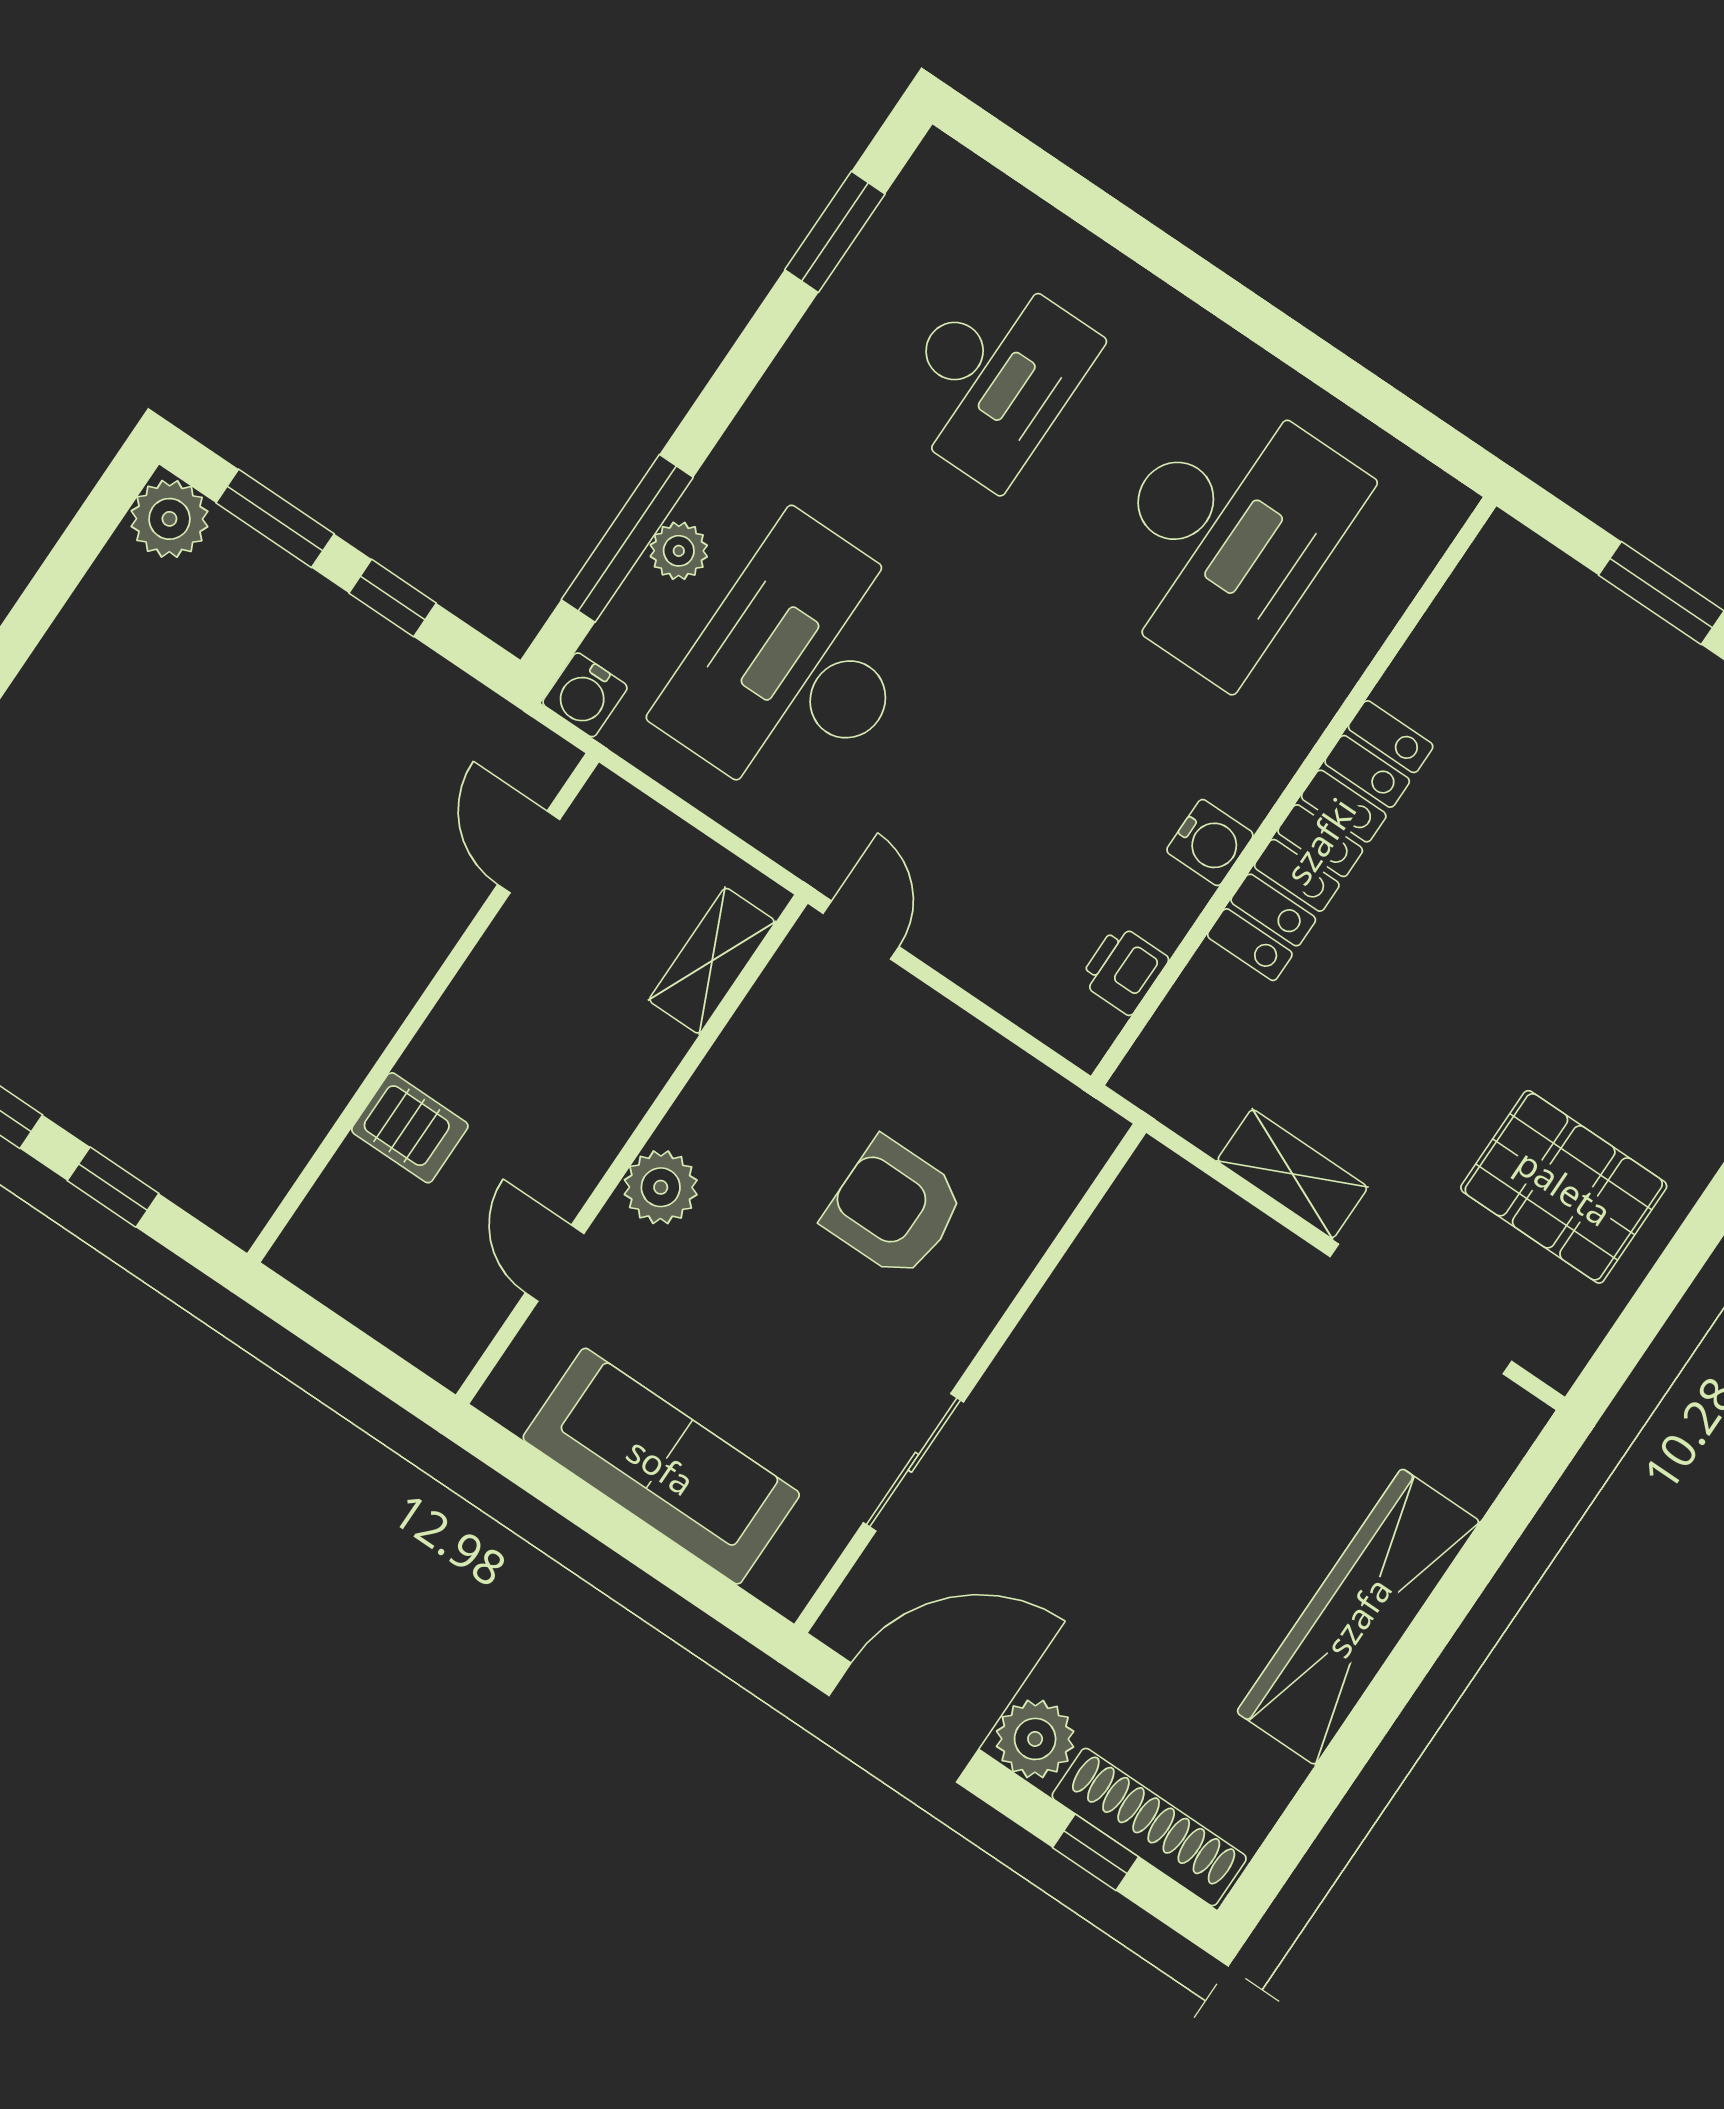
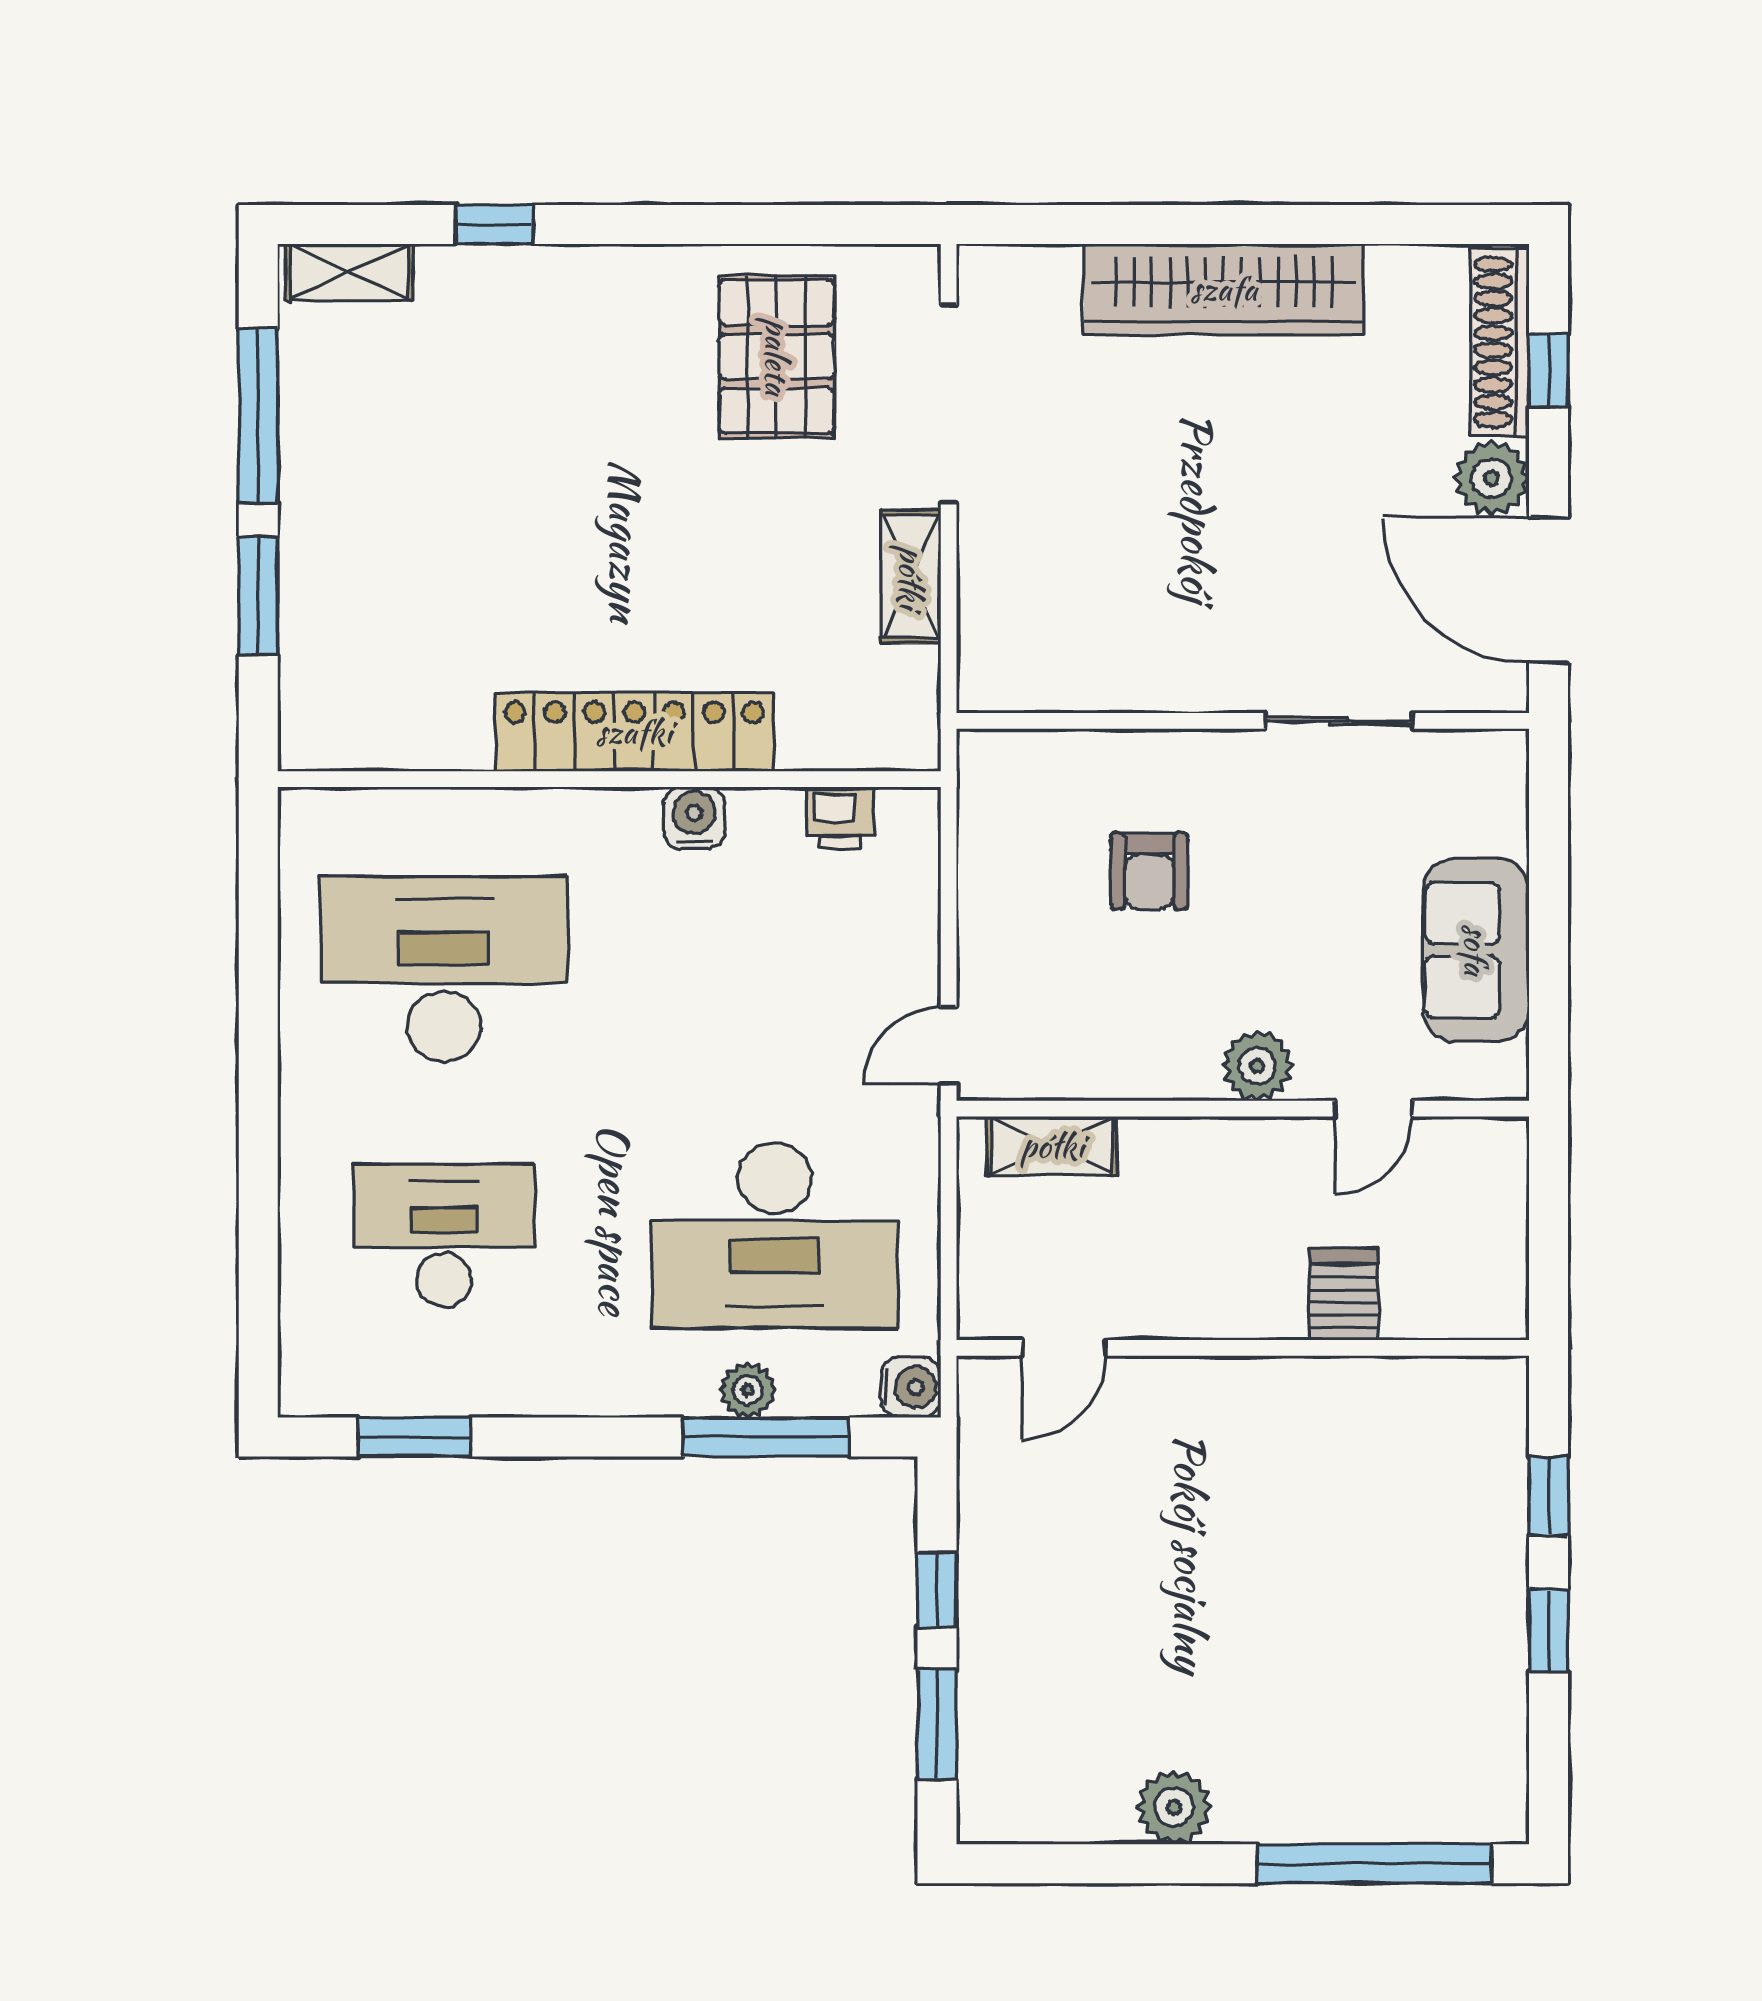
plant: (169, 519) -> (1174, 1807), moved
armchair: (894, 1208) -> (1150, 871), width x0.72, depth x0.72
sofa: (661, 1466) -> (1476, 950), width x0.73

